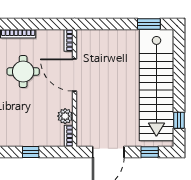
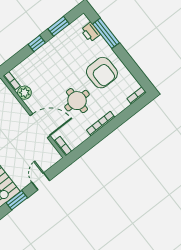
door: (114, 24) -> (41, 181), added
window: (31, 152) -> (37, 44), moved

